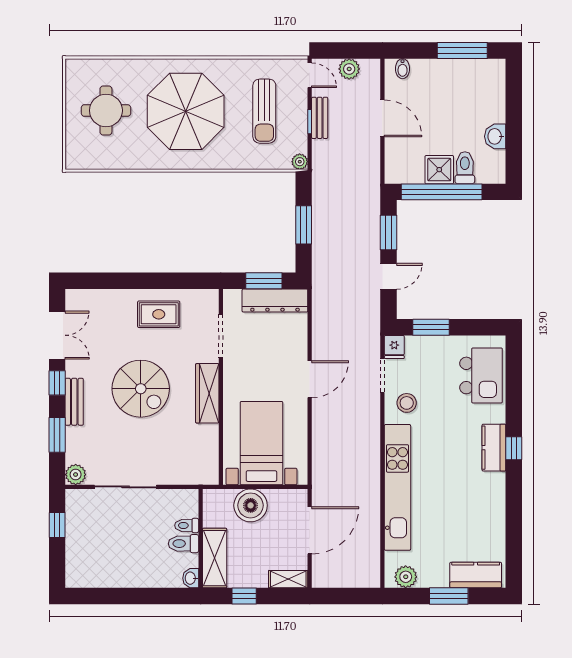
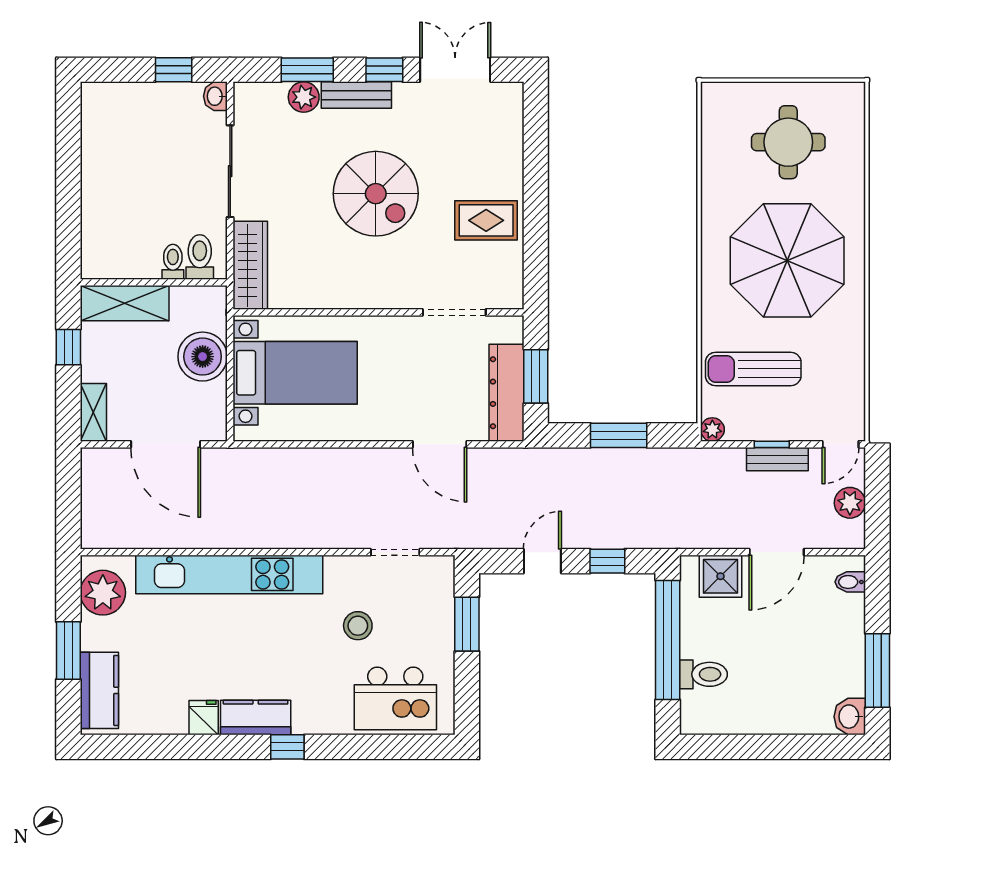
sun lounger: (264, 111) -> (753, 369), moved
washbasin: (495, 136) -> (850, 717), moved, turned -90
shower: (439, 170) -> (720, 576), moved
window: (389, 233) -> (607, 561), width x0.67
door: (389, 276) -> (542, 561), swing flipped
rug: (159, 314) -> (486, 220), turned 90
double door: (57, 335) -> (455, 70), swing flipped
fridge: (394, 347) -> (204, 718), moved, turned 90
door: (310, 379) -> (440, 444), moved
spiral stairs: (141, 389) -> (376, 194), turned -90
wardrobe: (207, 393) -> (250, 265), moved, turned 90
stool: (407, 403) -> (358, 626), moved
kitchen counter: (494, 448) -> (256, 717), moved
plant: (76, 475) -> (304, 97), moved
toilet: (183, 544) -> (200, 257), moved
plant: (406, 577) -> (103, 593), width x1.36, depth x1.36
washbasin: (191, 578) -> (215, 96), moved, turned -90

